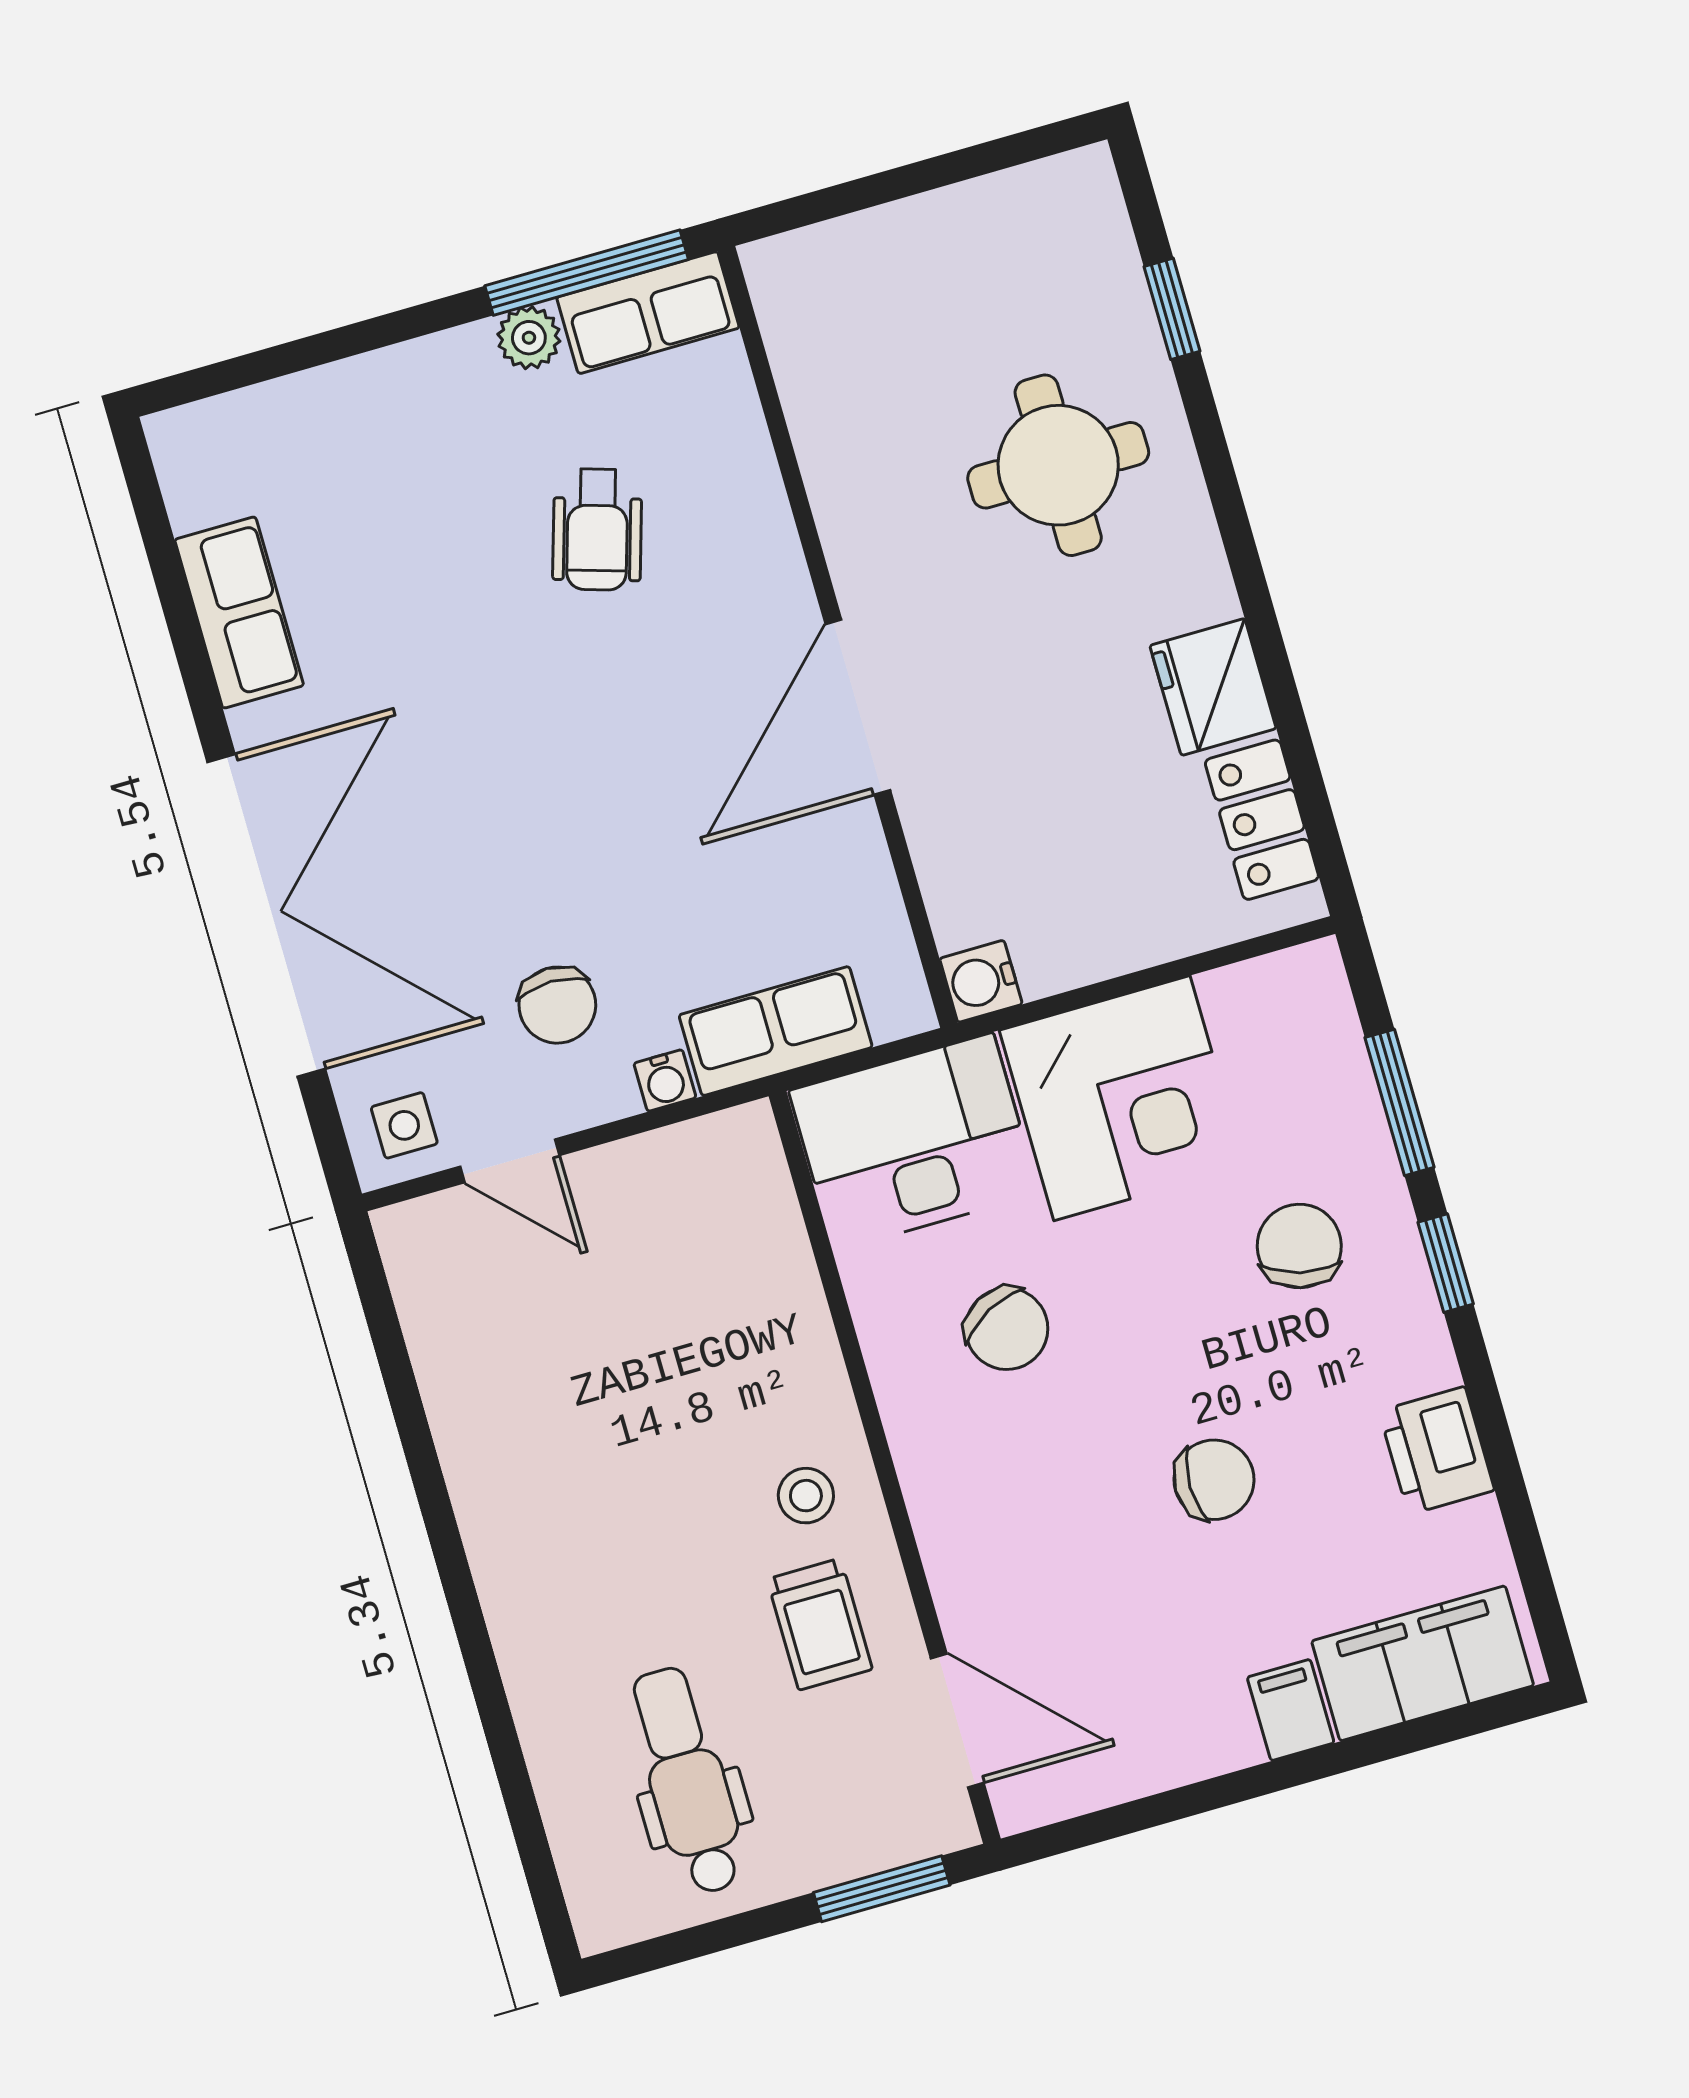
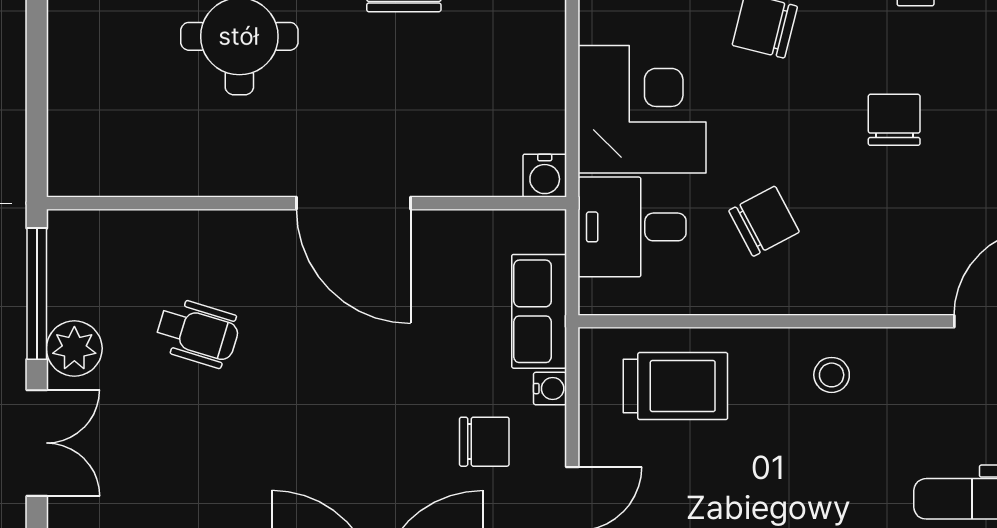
row of seats: (648, 313) -> (72, 263), removed
double door: (364, 337) -> (37, 443), added
plant: (529, 338) -> (74, 348), width x1.38, depth x1.38
desk: (914, 1142) -> (632, 227), width x0.73
trolley: (820, 1624) -> (675, 386), moved, width x1.36, depth x1.39

